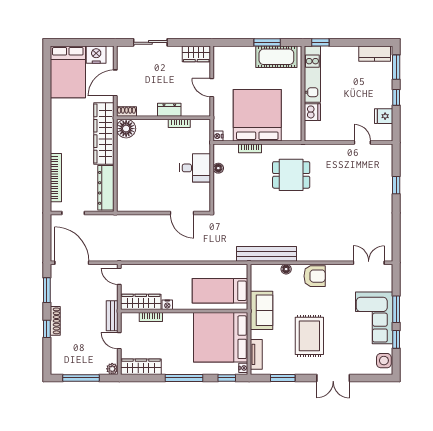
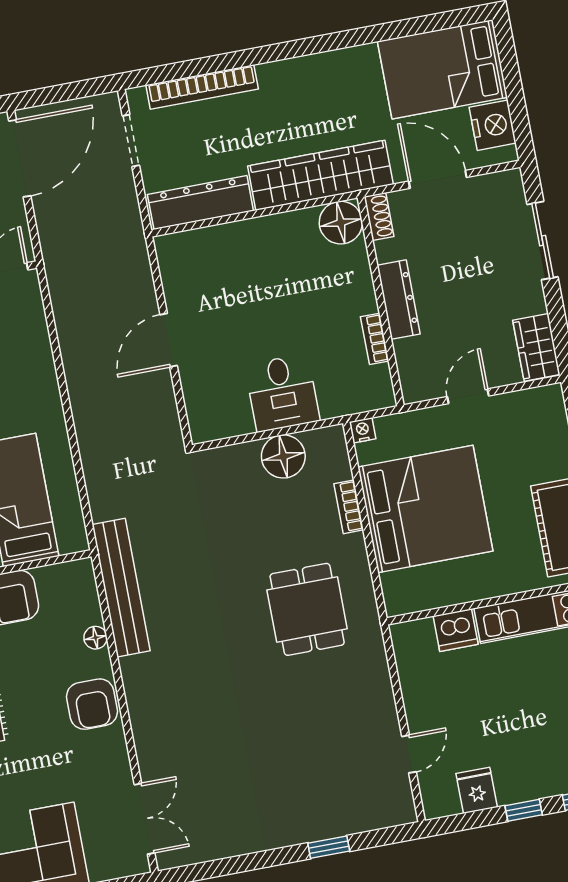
dresser: (169, 110) -> (399, 300), width x1.44
floor lamp: (218, 168) -> (283, 456), width x1.89, depth x1.89
door: (182, 213) -> (169, 340), moved

